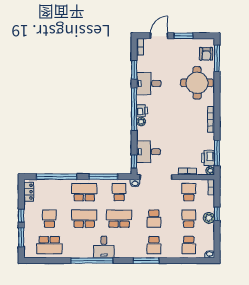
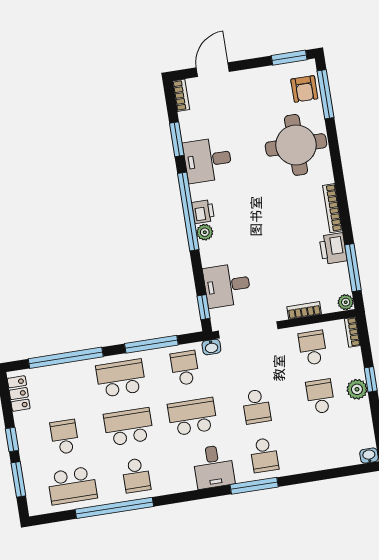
window: (183, 36) -> (289, 58), moved
printer: (208, 158) -> (333, 249), moved
school desk: (189, 245) -> (136, 475), moved
desk: (104, 247) -> (214, 467), moved
window: (92, 261) -> (114, 508), moved

